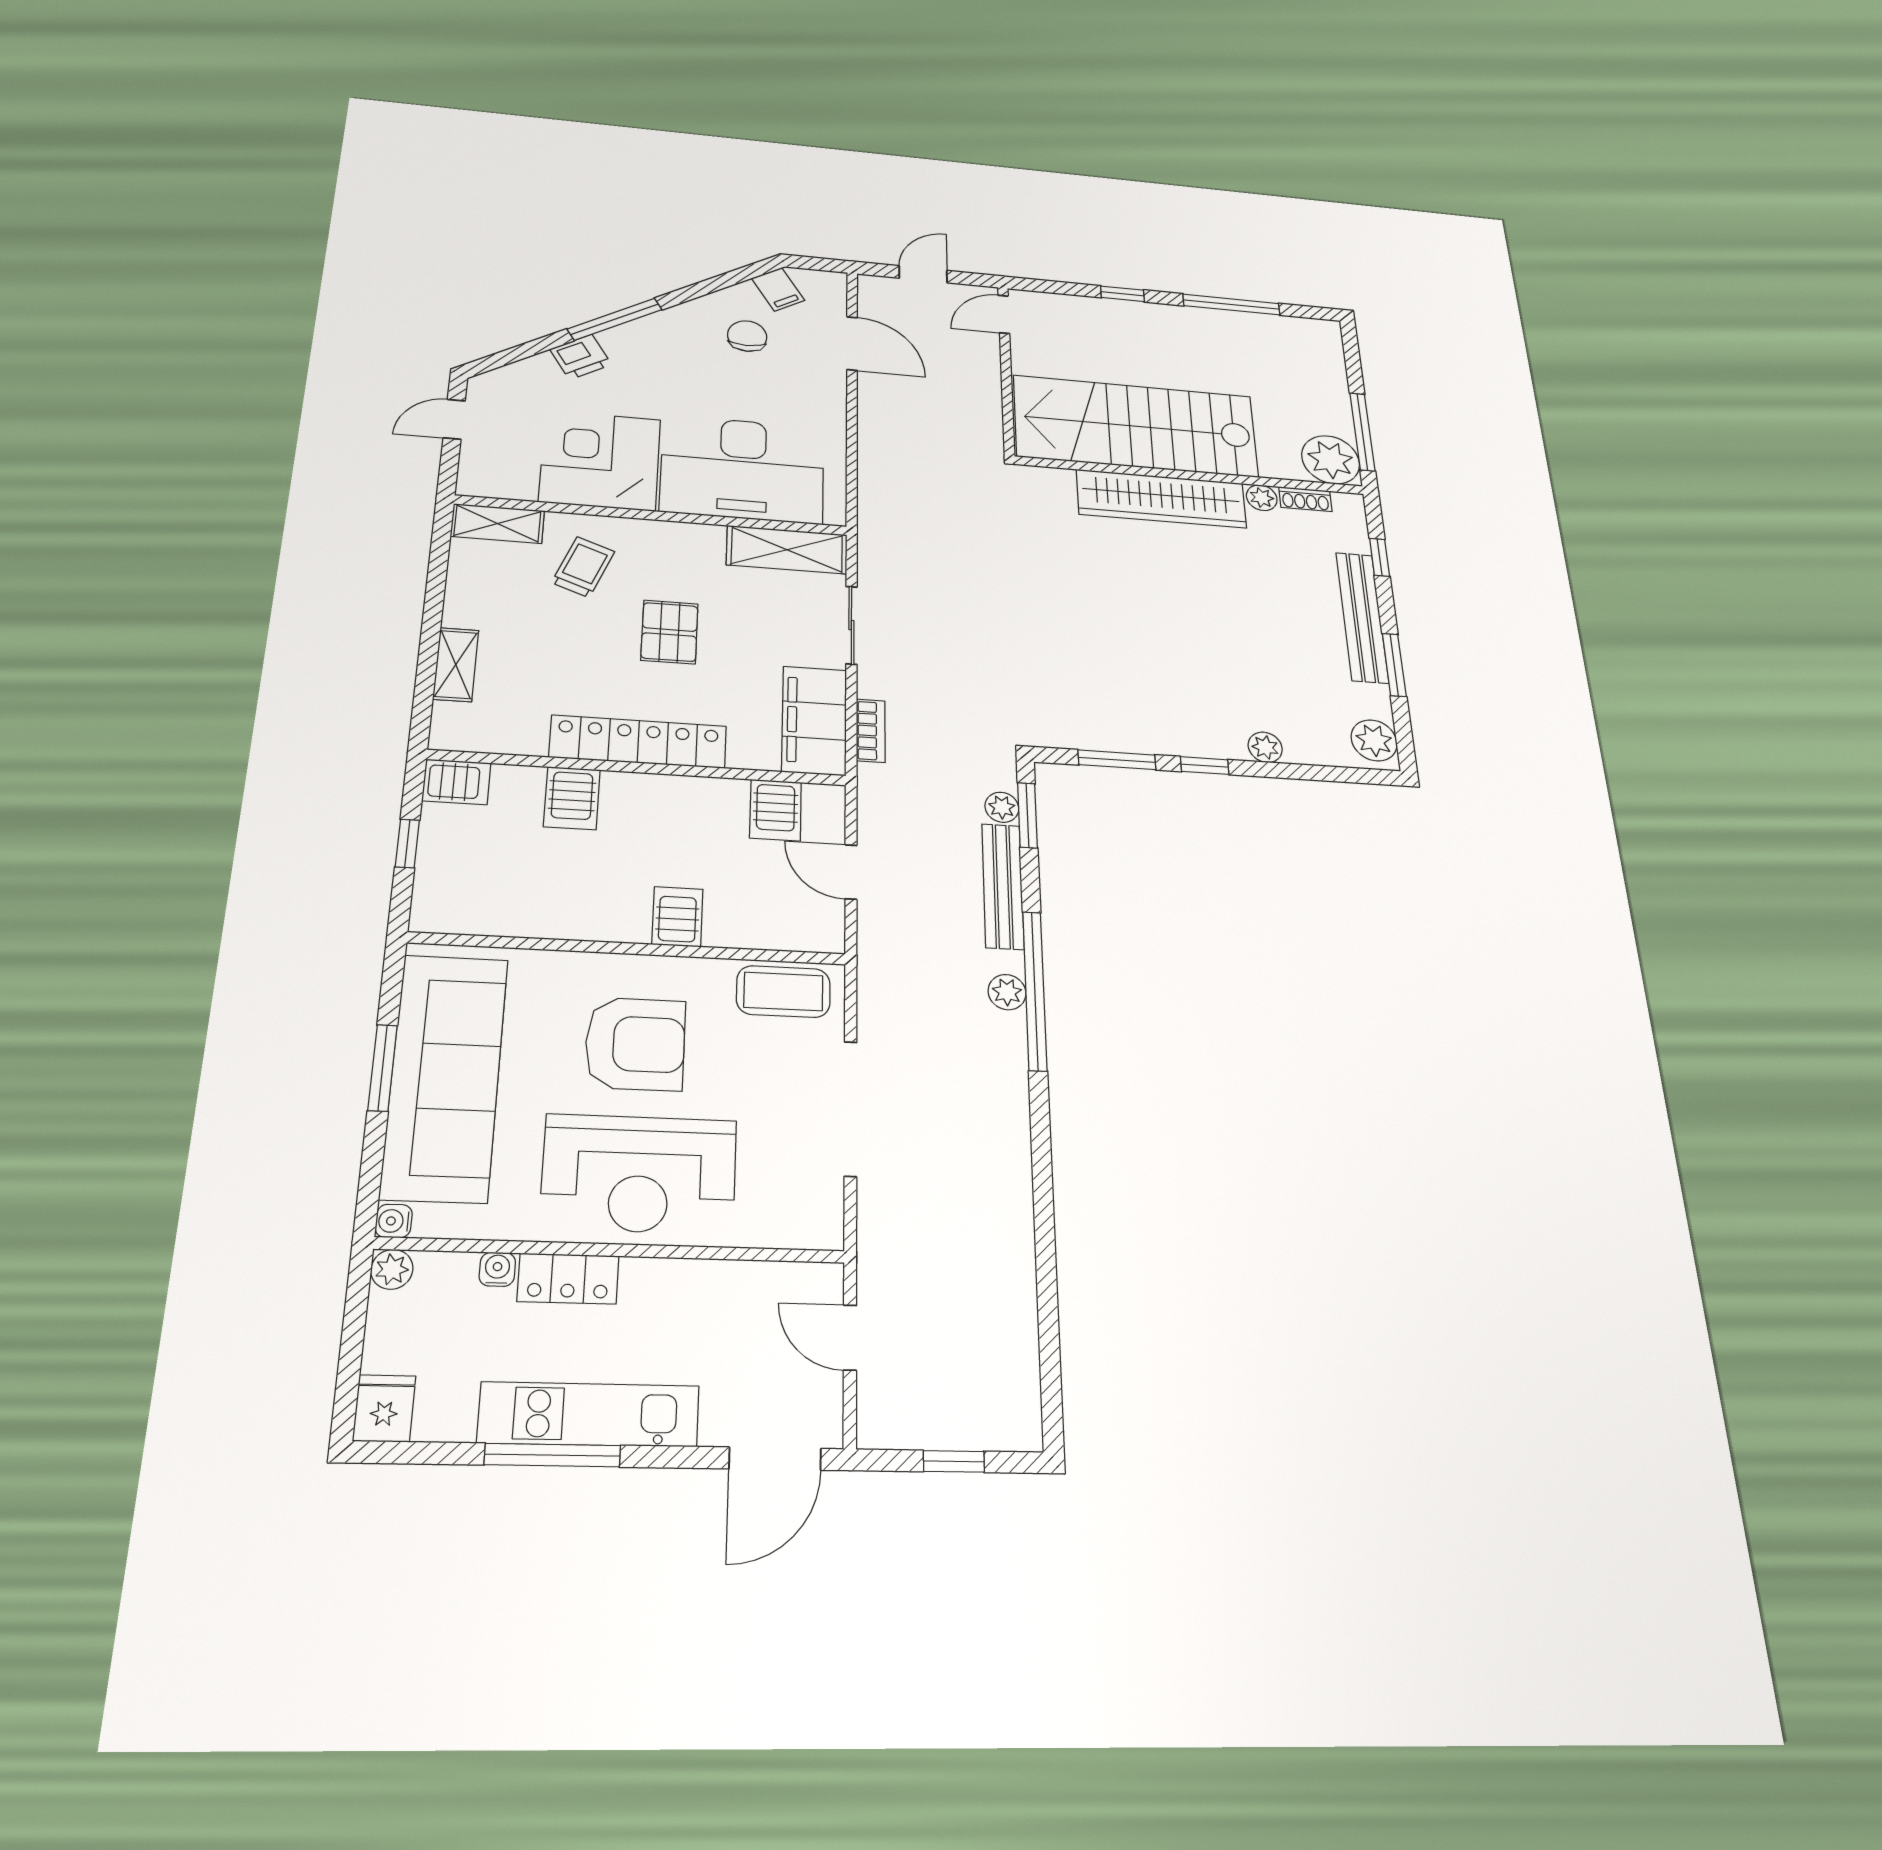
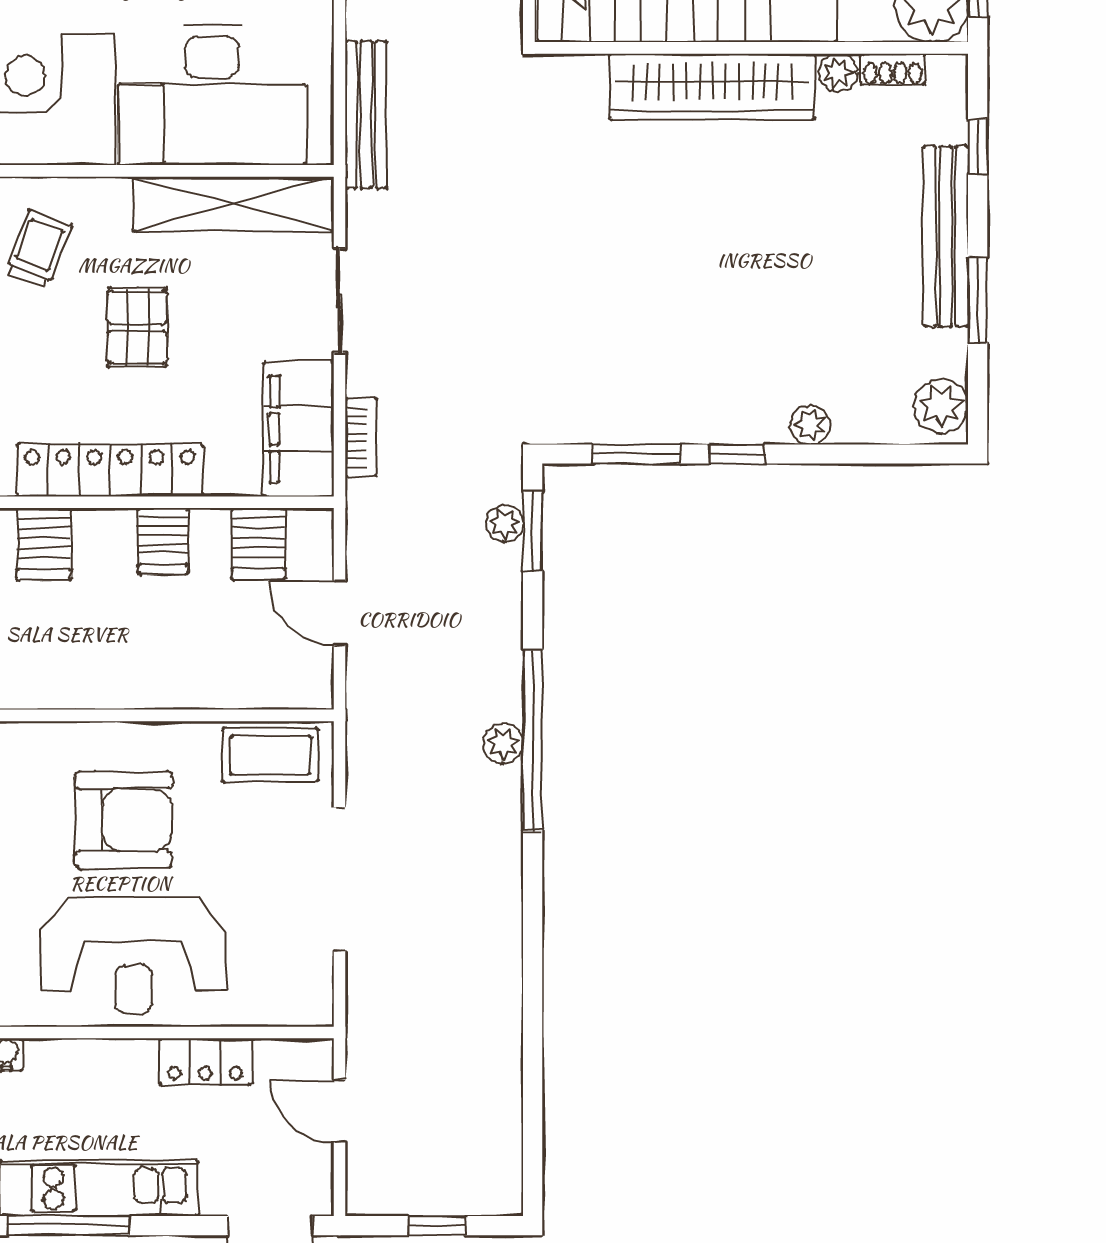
shelving: (787, 550) -> (233, 204), width x1.47
bench: (1003, 886) -> (366, 115), moved
server rack: (677, 917) -> (163, 541), moved, turned 180
locker: (568, 1279) -> (205, 1061), moved

